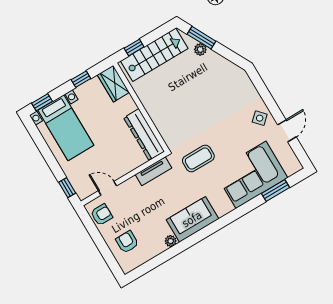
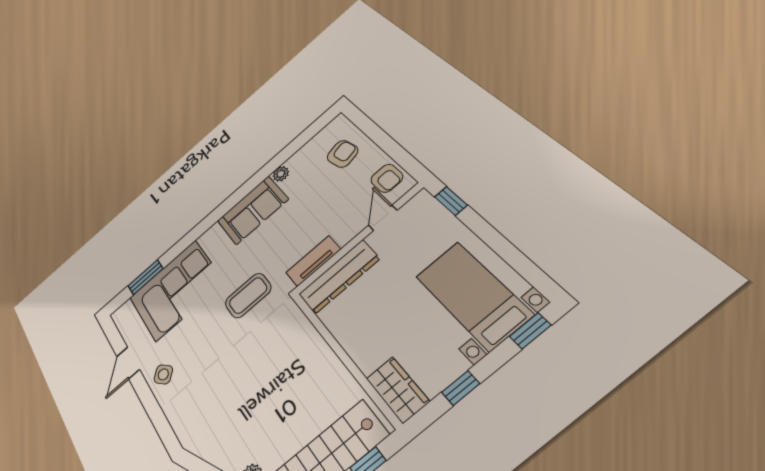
dresser: (144, 135) -> (339, 277), moved, turned 90
door: (108, 188) -> (383, 218), swing flipped
armchair: (102, 215) -> (387, 178), turned -90
armchair: (127, 242) -> (342, 154), turned -102

